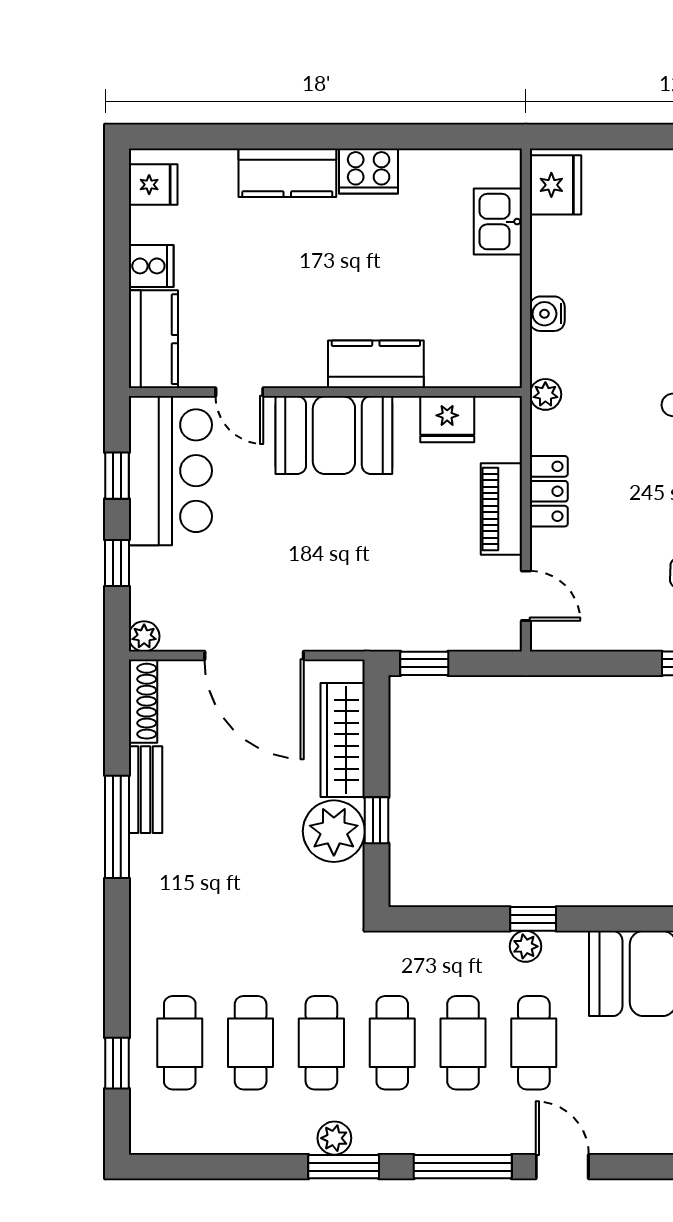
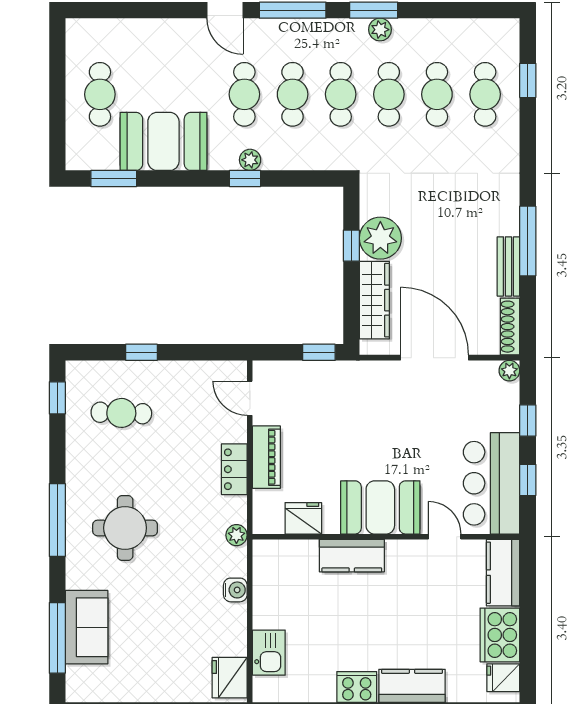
cooker: (151, 266) -> (500, 635), width x1.87, depth x1.31

